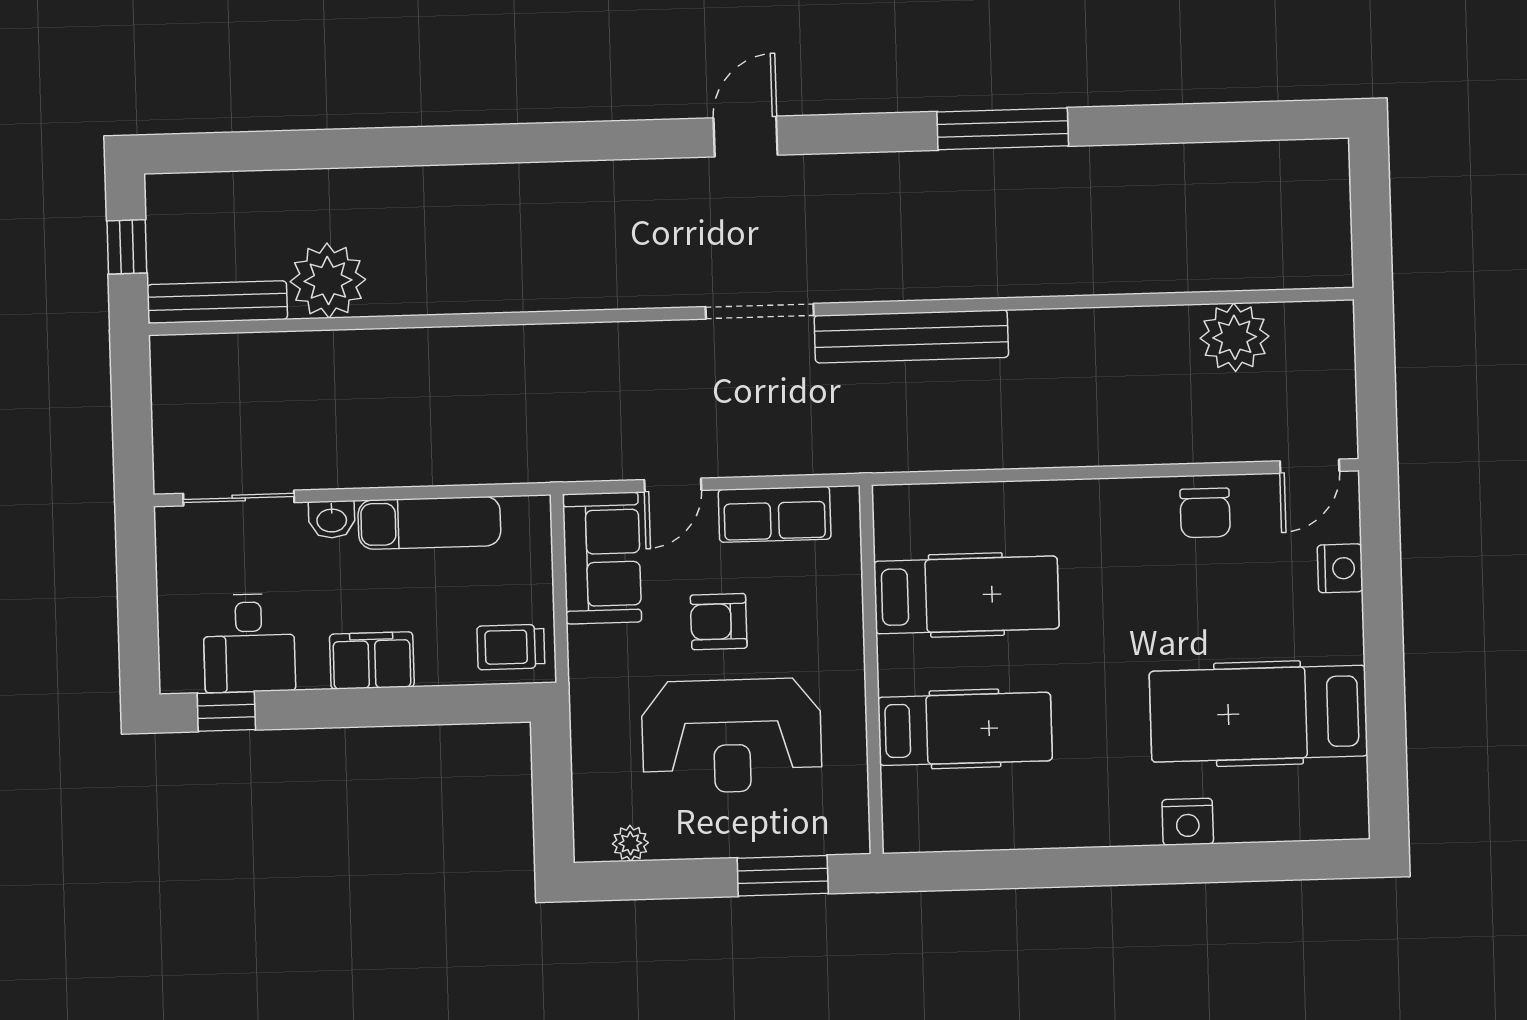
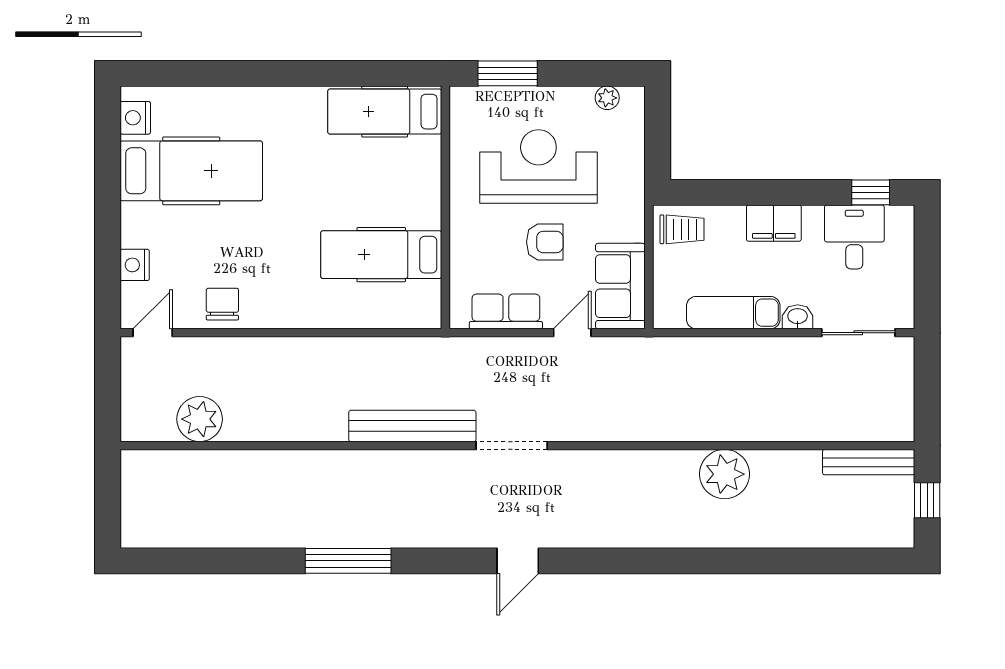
plant: (328, 281) -> (725, 474), moved
hospital bed: (965, 729) -> (385, 112), moved
nightstand: (1188, 822) -> (135, 118), moved, turned -90

